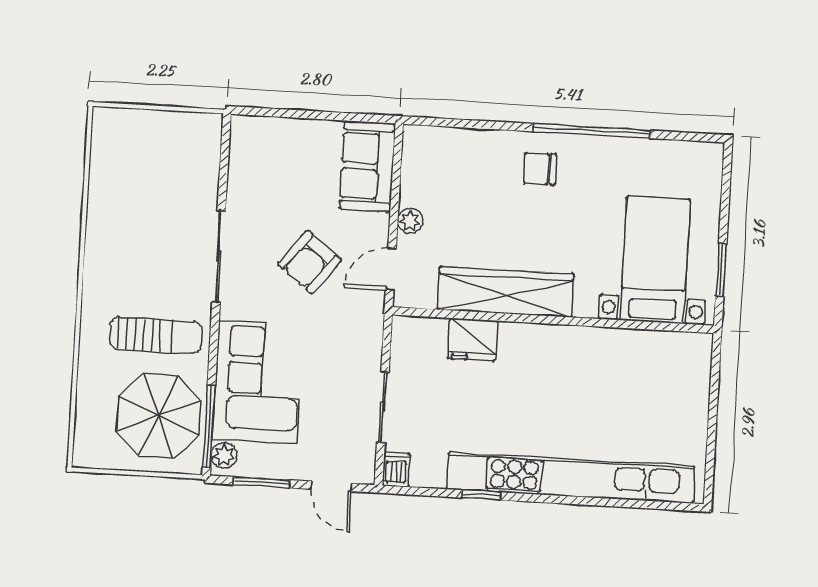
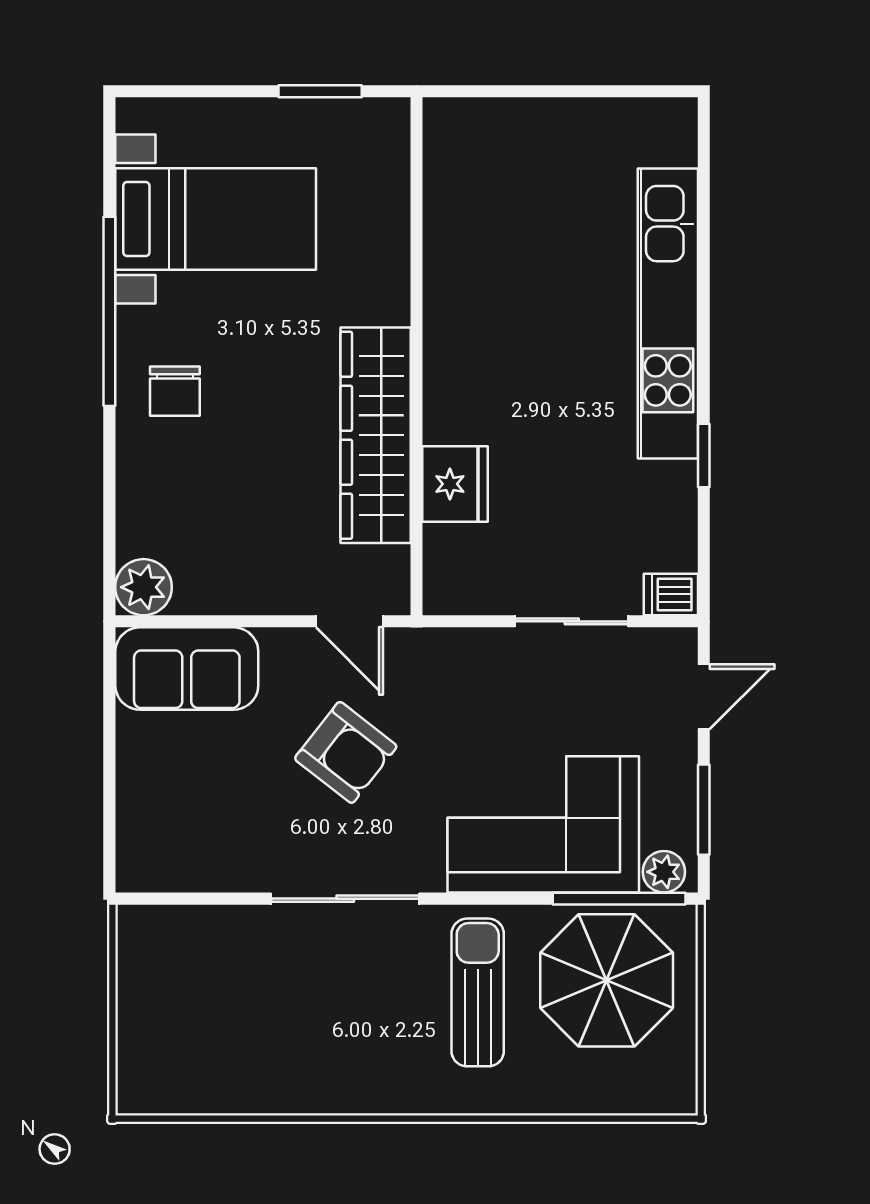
plant: (410, 221) -> (144, 587), moved, width x1.38, depth x1.38
bed with nightstands: (655, 260) -> (216, 219), moved, turned 180
kitchen unit: (571, 478) -> (668, 314), width x0.73

